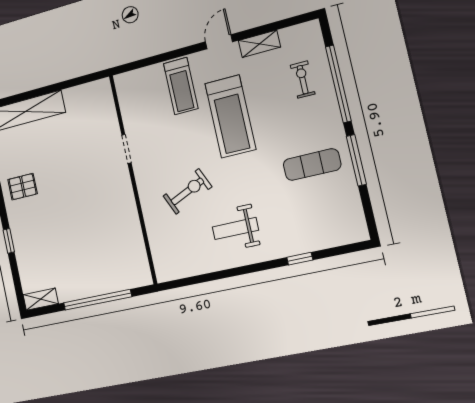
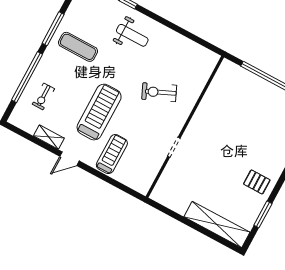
weight bench: (235, 229) -> (132, 35), moved

